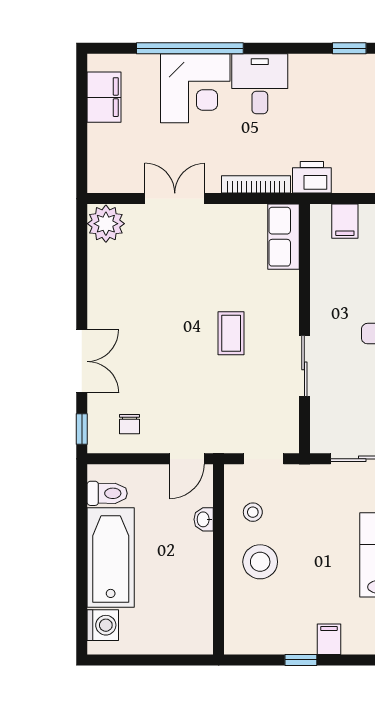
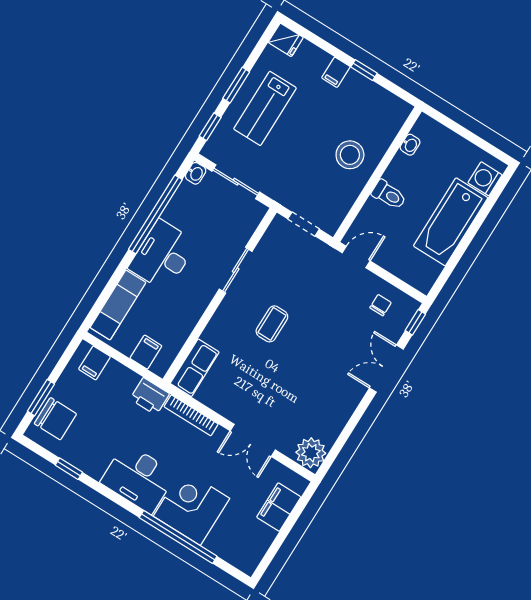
desk: (260, 84) -> (138, 478), width x1.37
filing cabinet: (104, 97) -> (279, 507), moved
toilet: (107, 493) -> (389, 195), moved, turned 180
stool: (253, 512) -> (334, 192), removed
washbasin: (204, 519) -> (410, 145), moved

